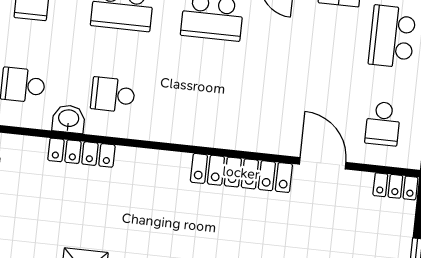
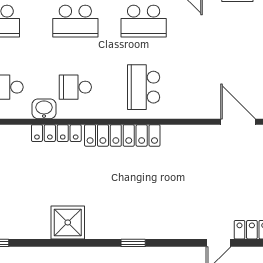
school desk: (203, 104) -> (144, 87), added
locker: (241, 173) -> (122, 135), moved

